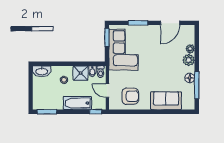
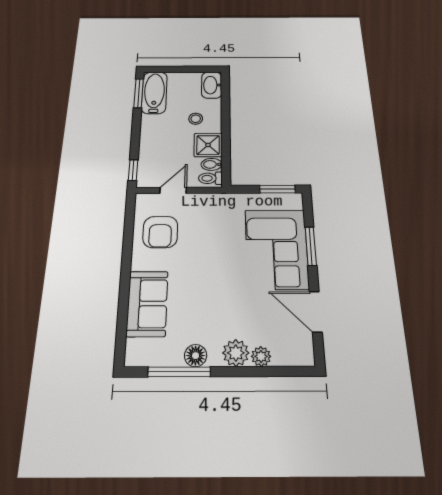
corner sofa: (124, 50) -> (276, 249), moved, turned 90
bathtub: (77, 103) -> (154, 93), moved

